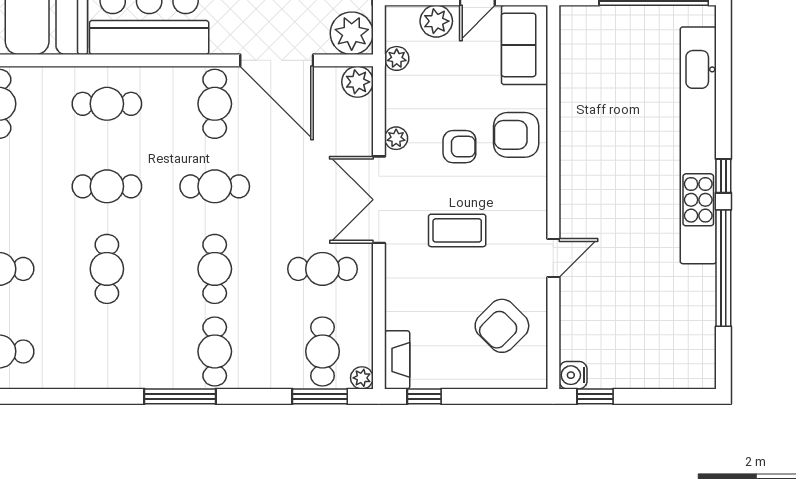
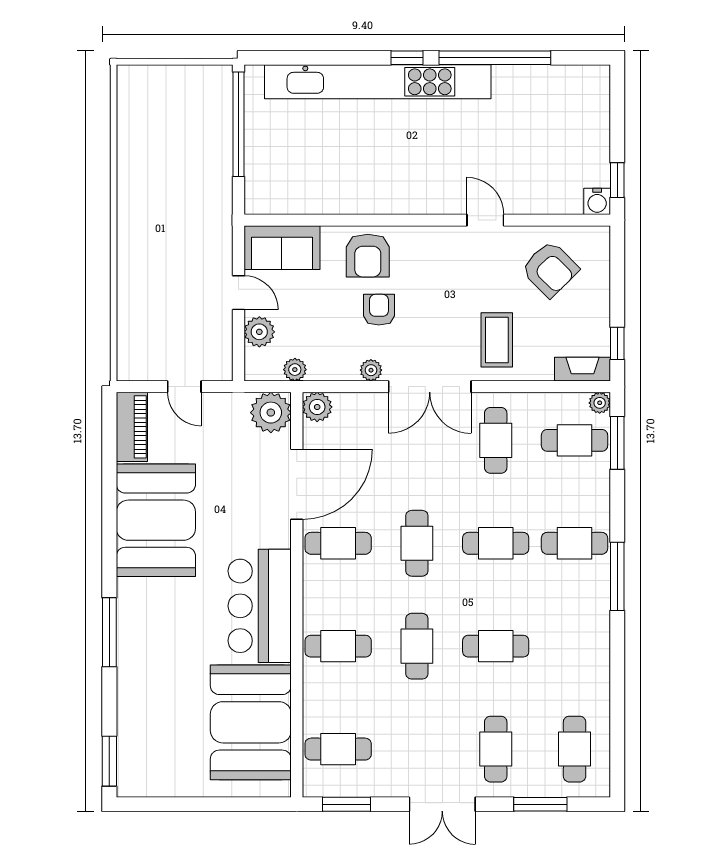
cafe table: (107, 104) -> (338, 646), turned 90
coffee table: (457, 230) -> (497, 340), moved

